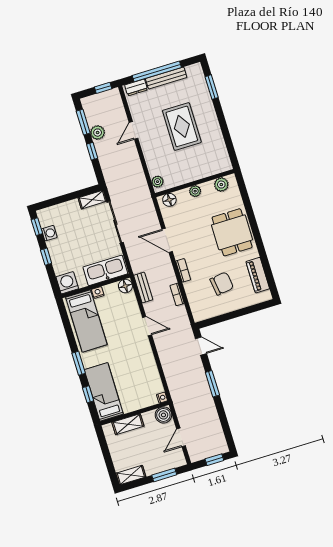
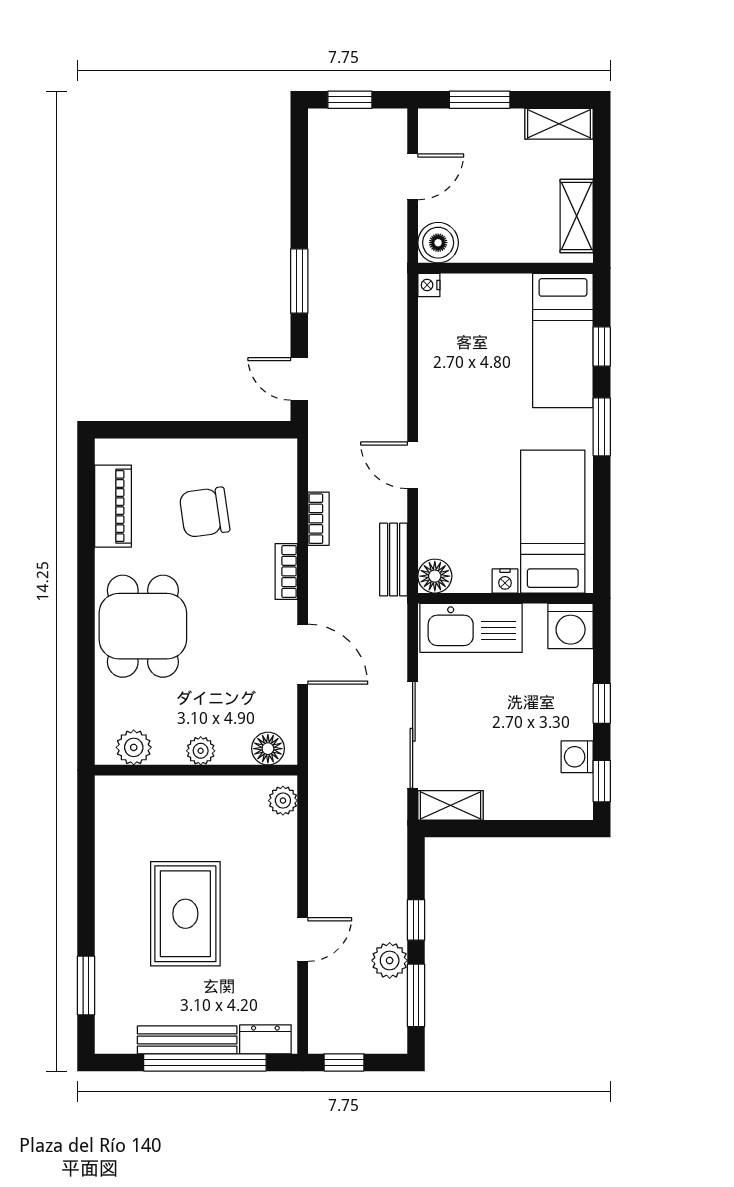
shelving: (128, 424) -> (577, 216), moved, turned 90

